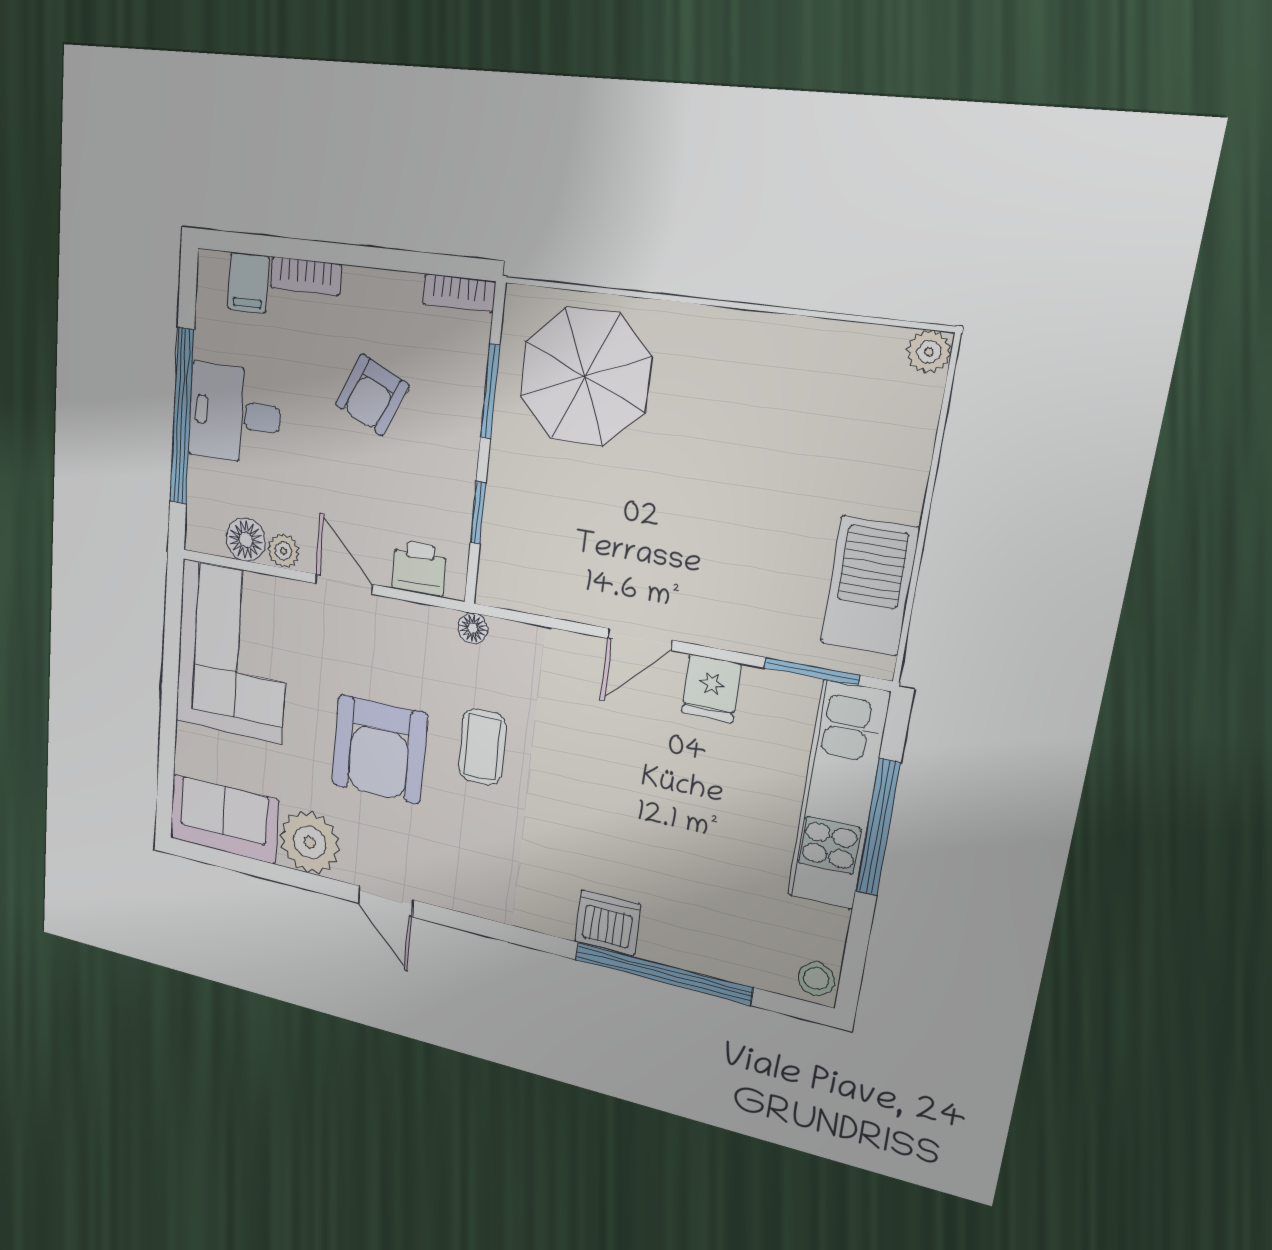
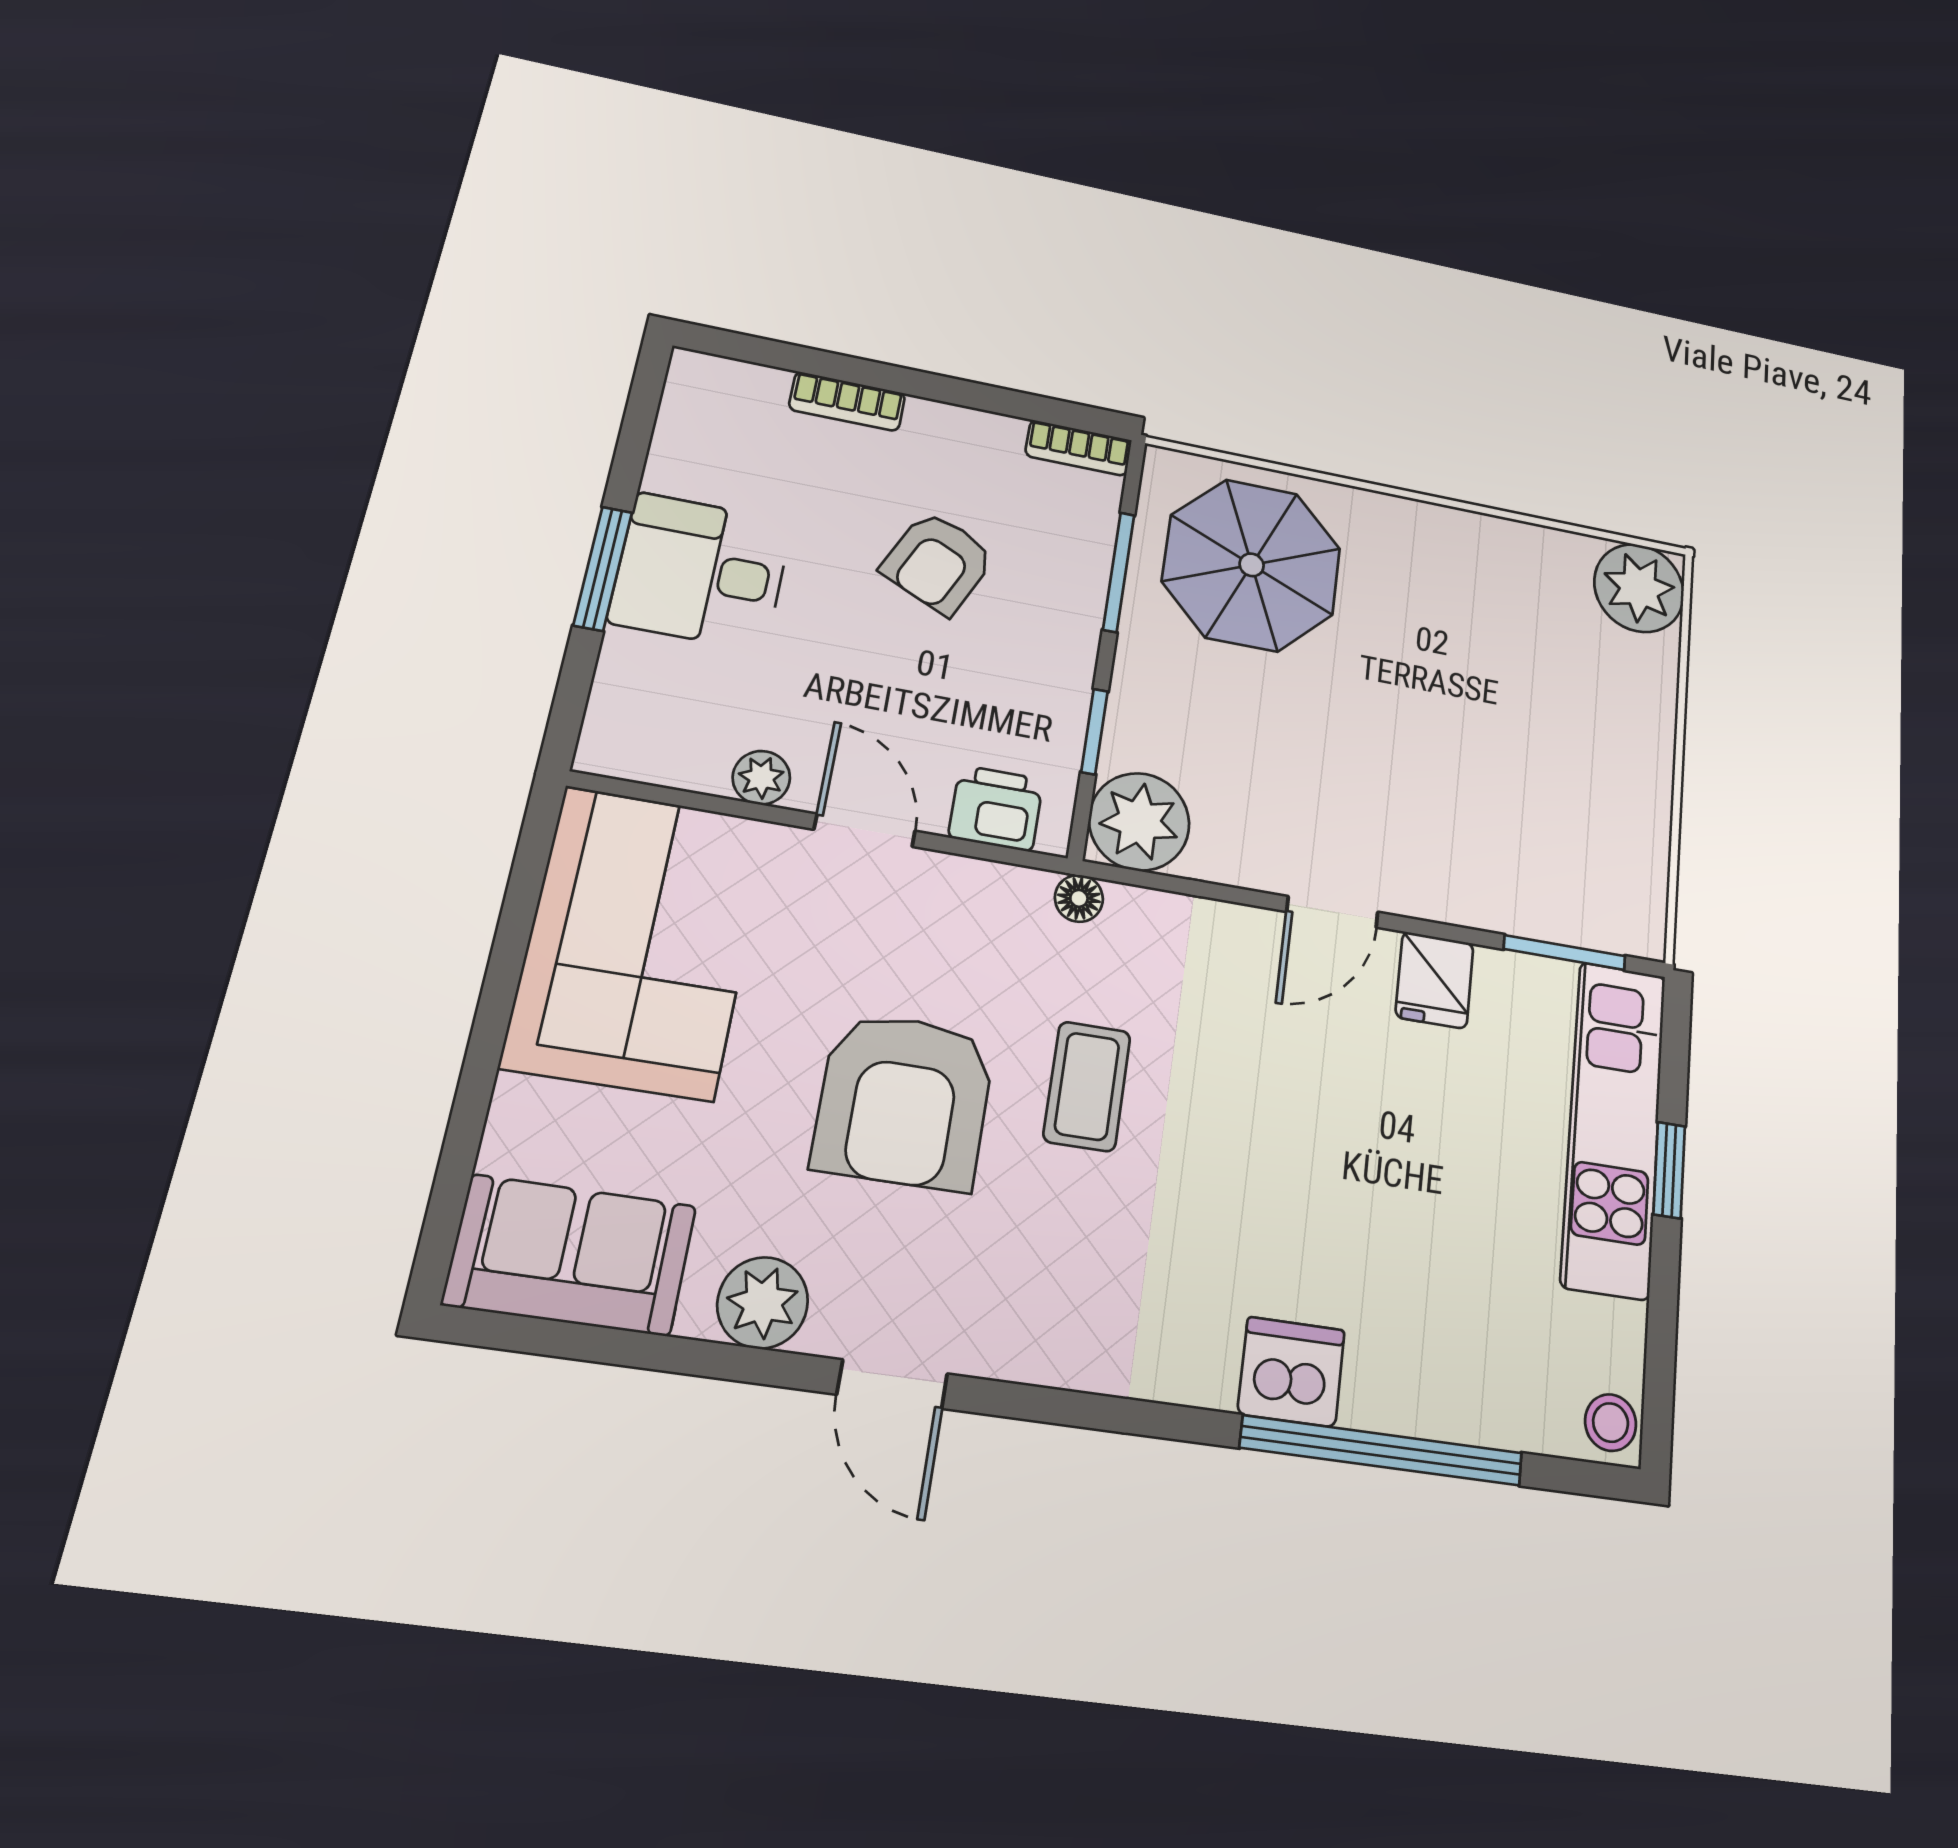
filing cabinet: (248, 283) -> (752, 399), removed
plant: (929, 352) -> (1639, 588), width x1.87, depth x1.87
window: (182, 417) -> (603, 569), width x0.47
floor lamp: (246, 540) -> (693, 758), removed
plant: (509, 576) -> (1139, 822), added
barbecue: (870, 586) -> (1625, 840), removed
window: (878, 827) -> (1669, 1170), width x0.46
plant: (310, 842) -> (763, 1303), width x0.73, depth x0.73

